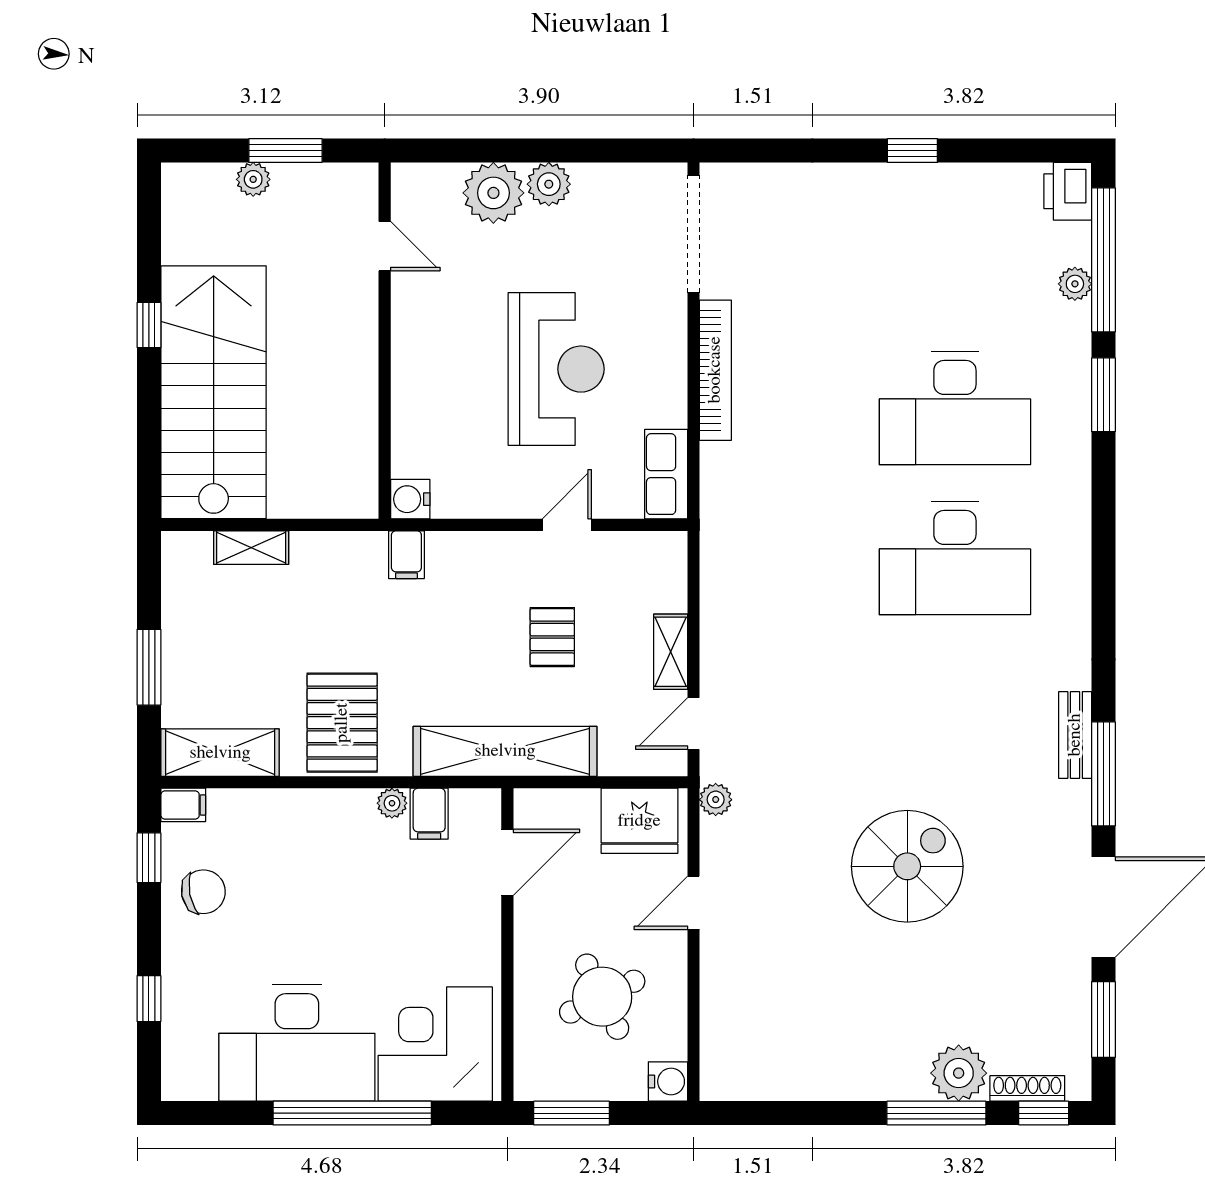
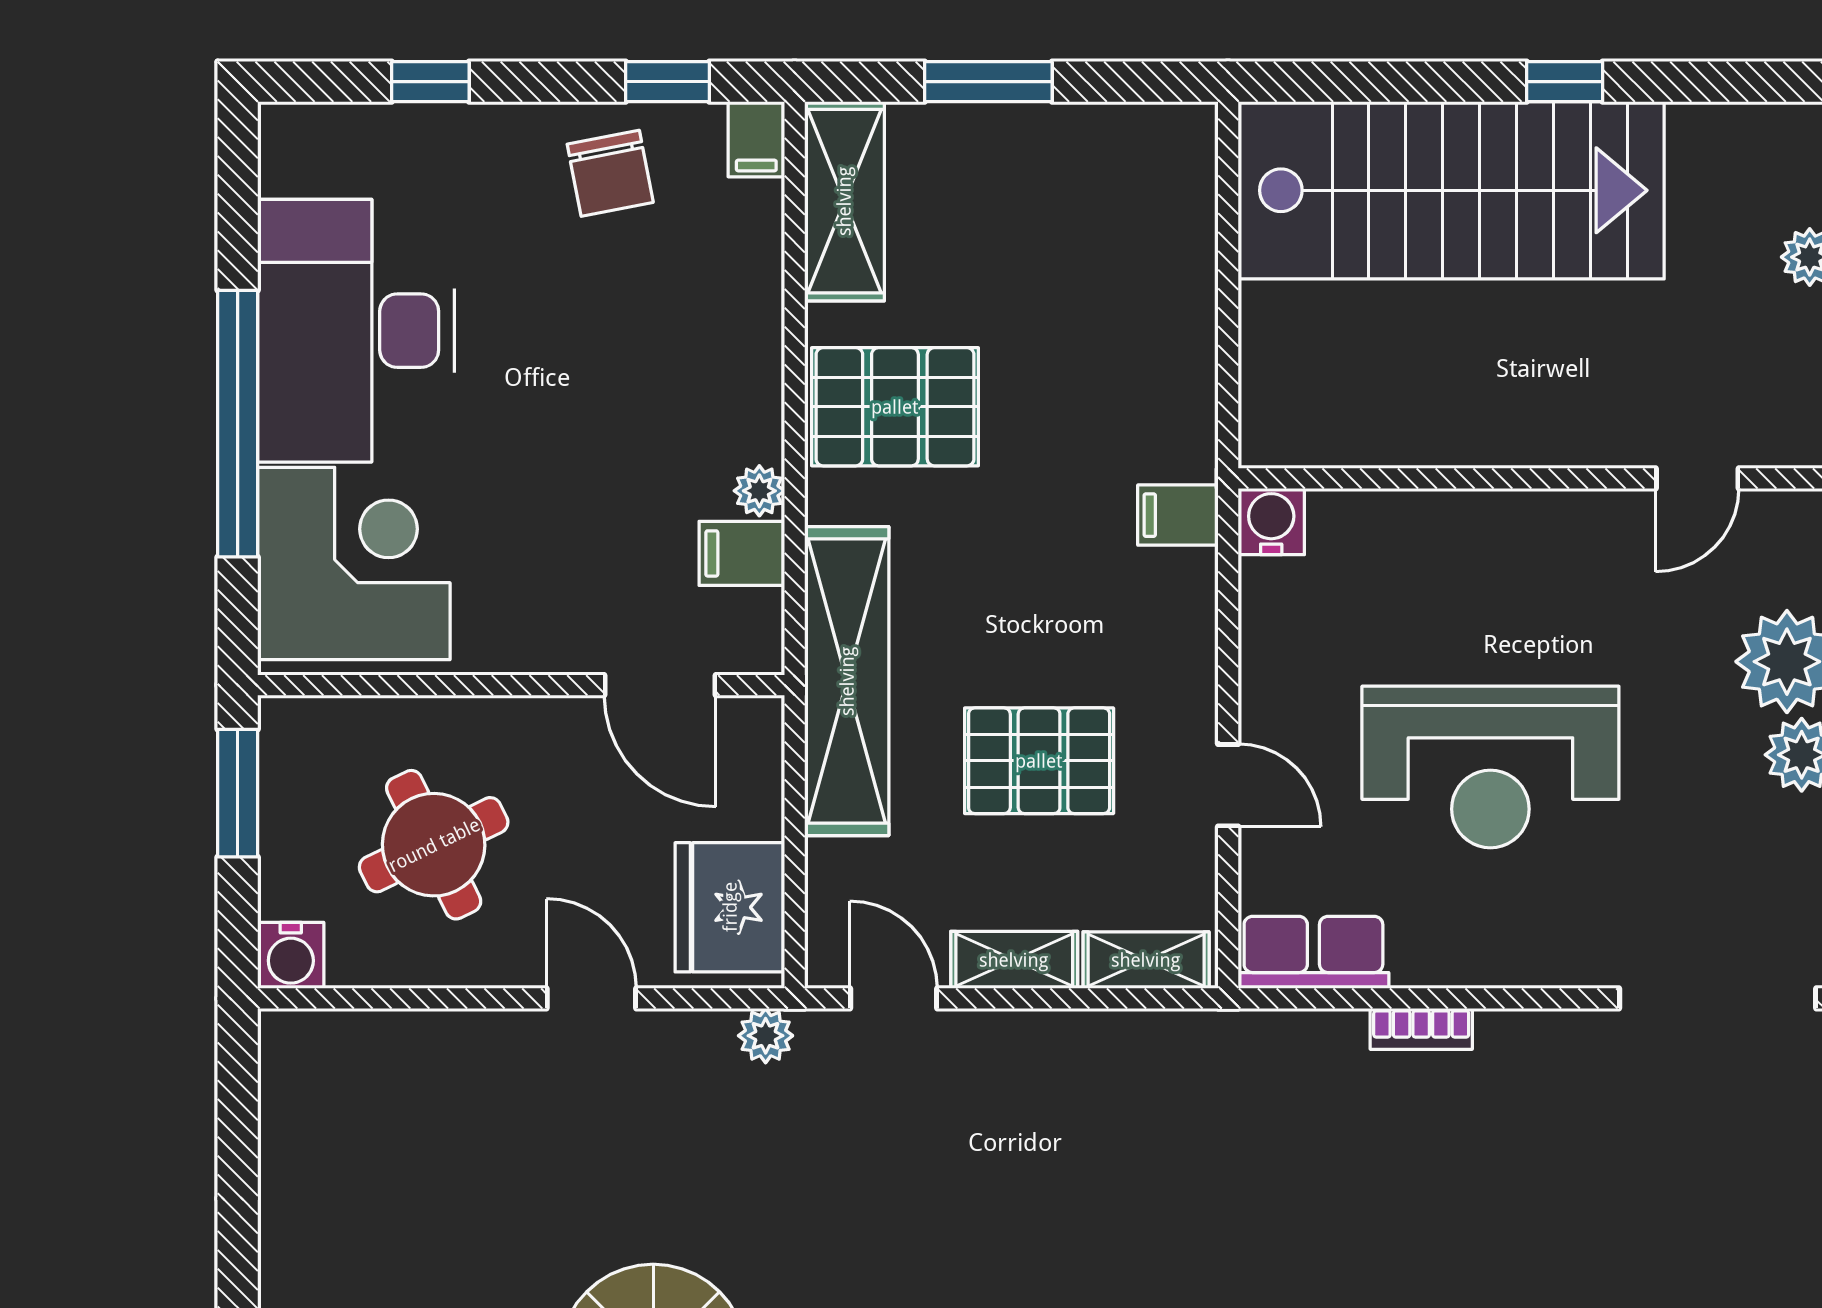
bookcase: (715, 370) -> (1421, 1029), width x0.43, depth x0.76
shelving: (251, 548) -> (1146, 960), moved, turned 90
pallet: (552, 637) -> (1039, 761), width x1.50, depth x1.42

